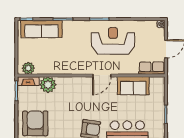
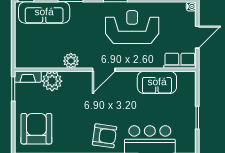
plant: (28, 68) -> (71, 61), moved
door: (102, 75) -> (104, 70), moved

